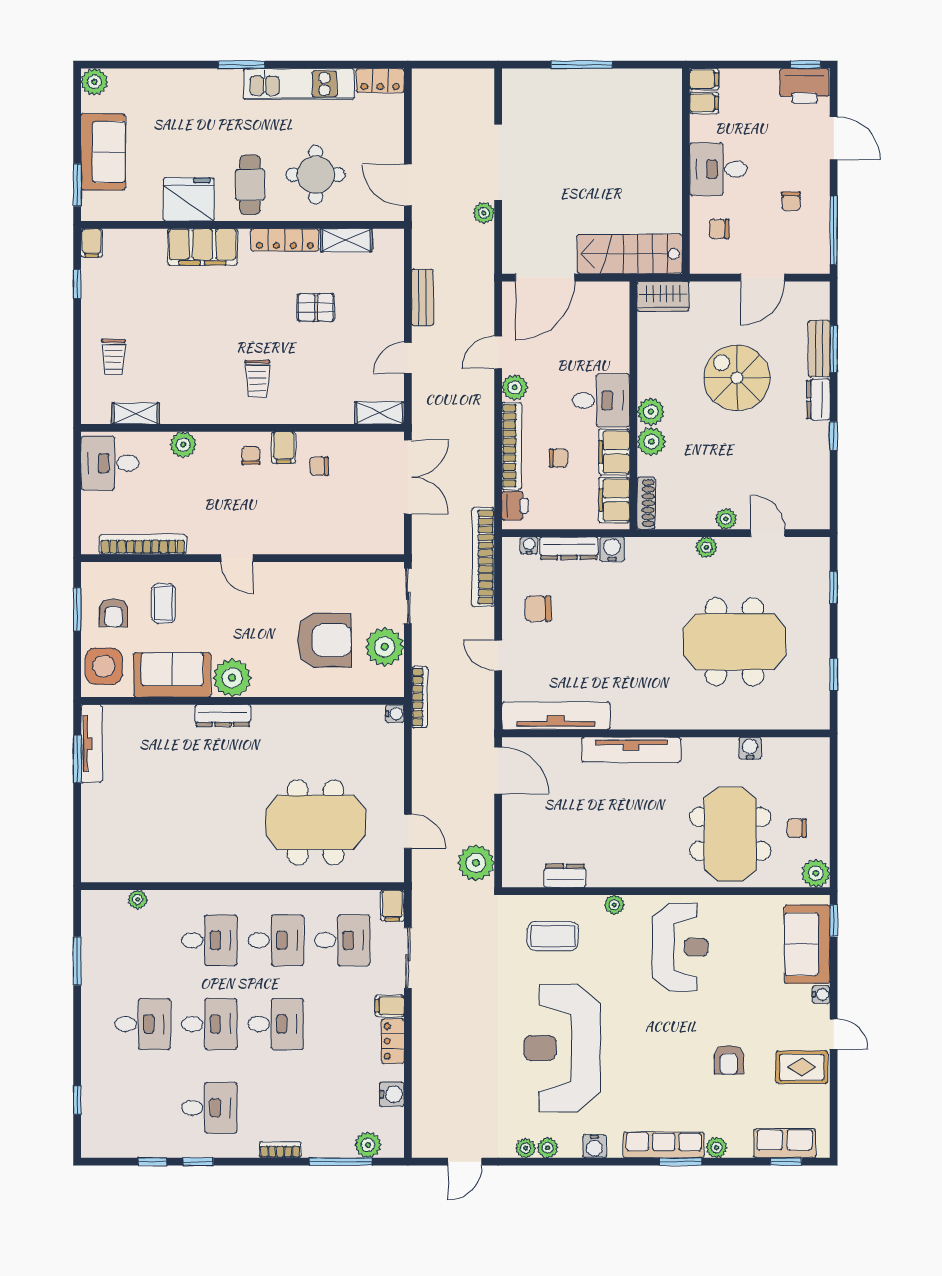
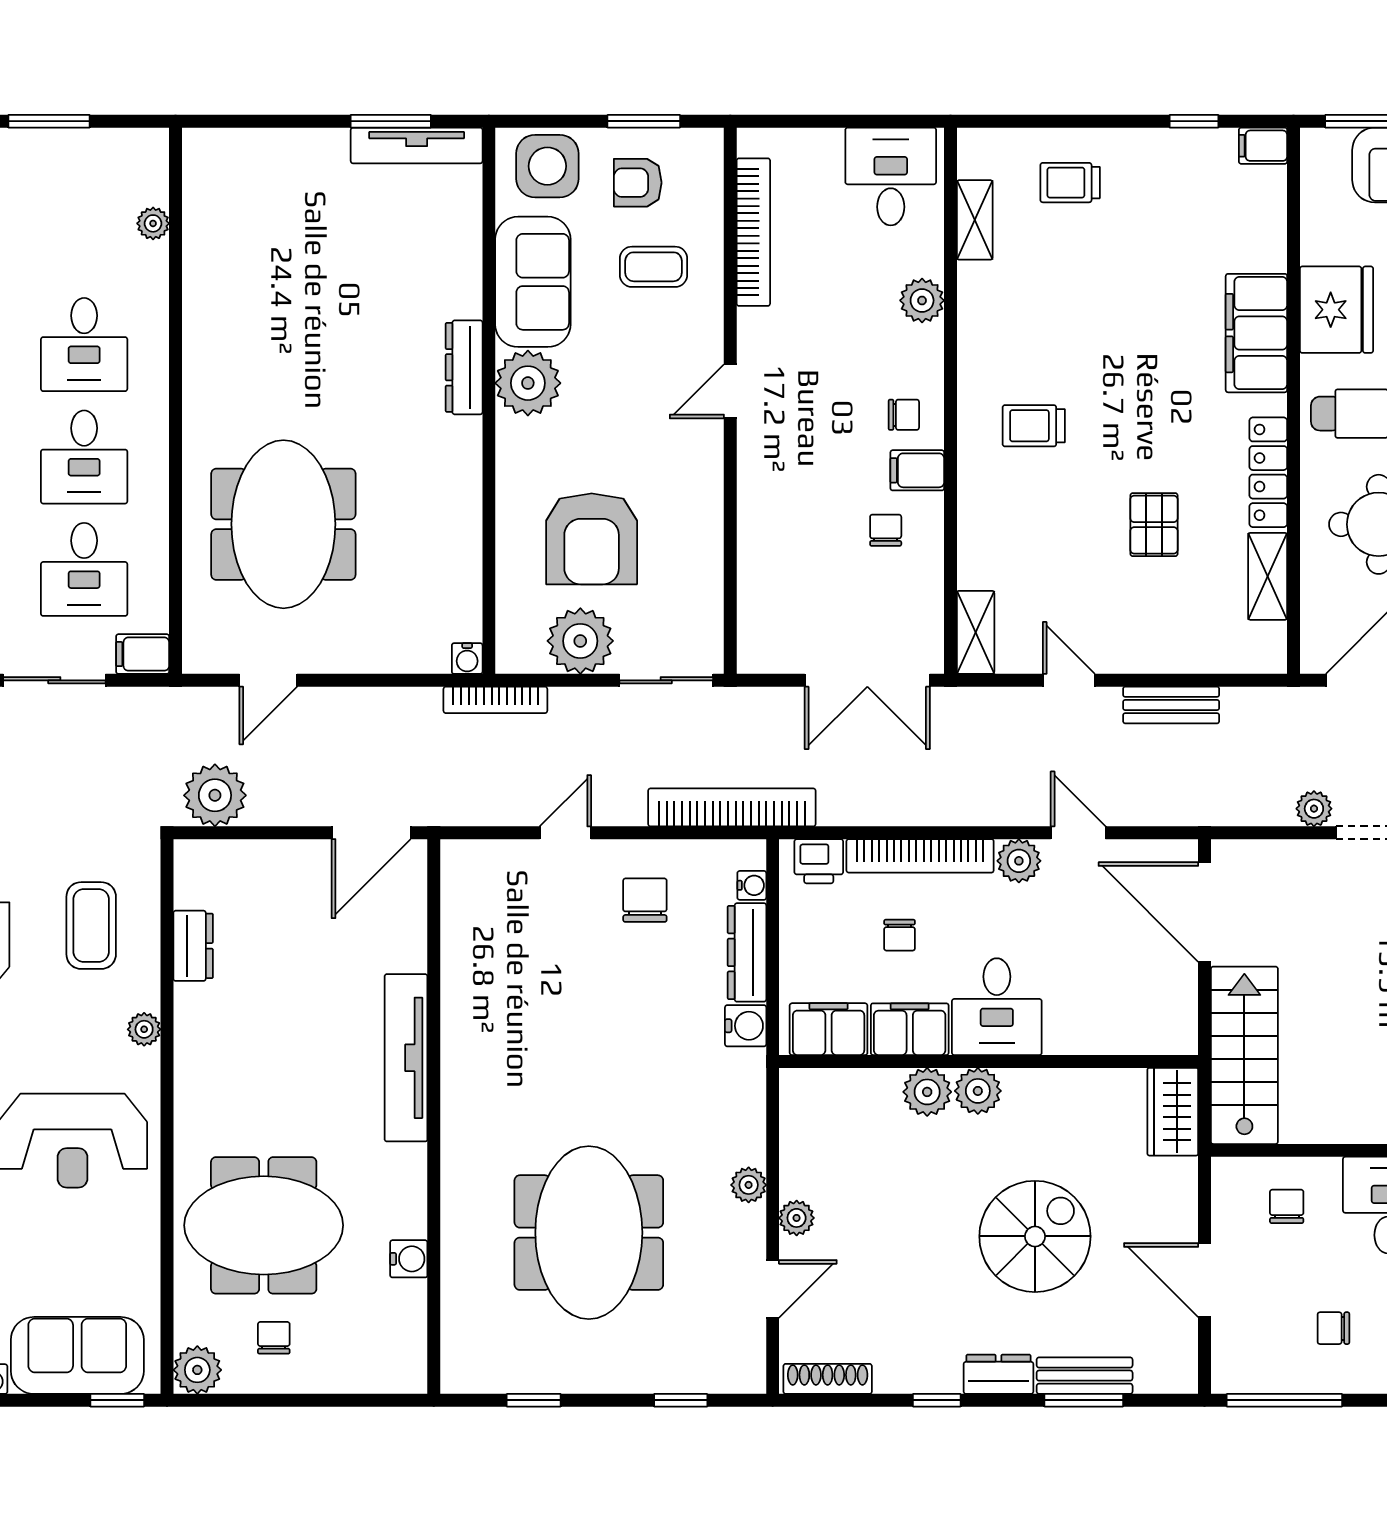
shoe rack: (646, 503) -> (828, 1379), moved, turned 180
tv unit: (556, 716) -> (464, 931), removed

